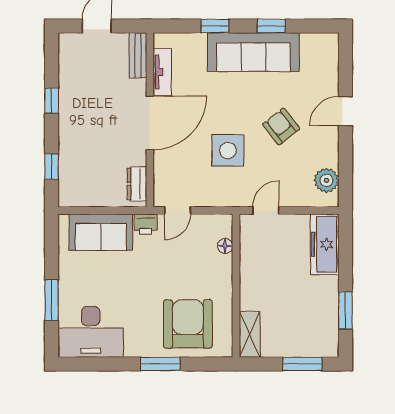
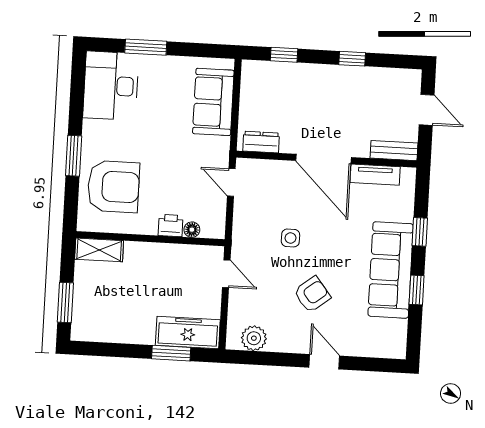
side table: (228, 150) -> (290, 238), width x0.54, depth x0.54
printer: (146, 224) -> (171, 226), moved, turned 90
window: (345, 310) -> (171, 353), moved

